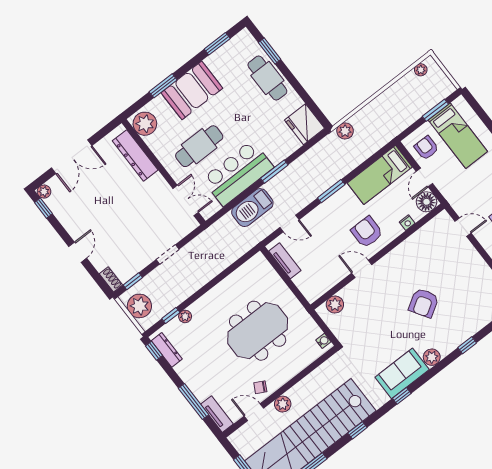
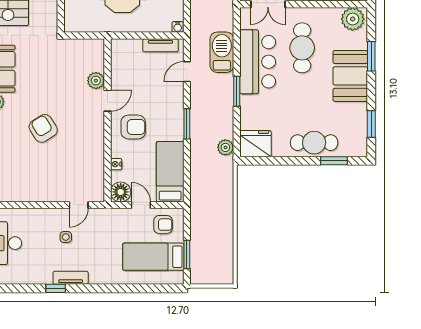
plant: (421, 70) -> (227, 268), removed
plant: (345, 131) -> (225, 147), moved
plant: (335, 305) -> (96, 81), moved
water cooler: (323, 341) -> (178, 27), moved

